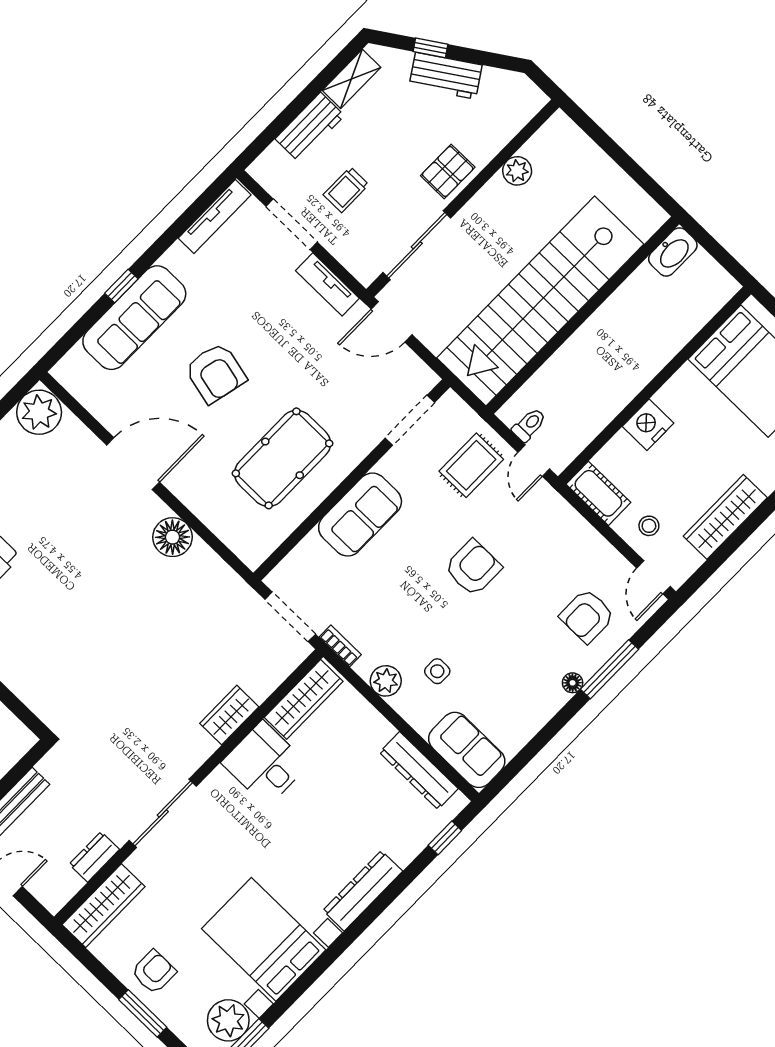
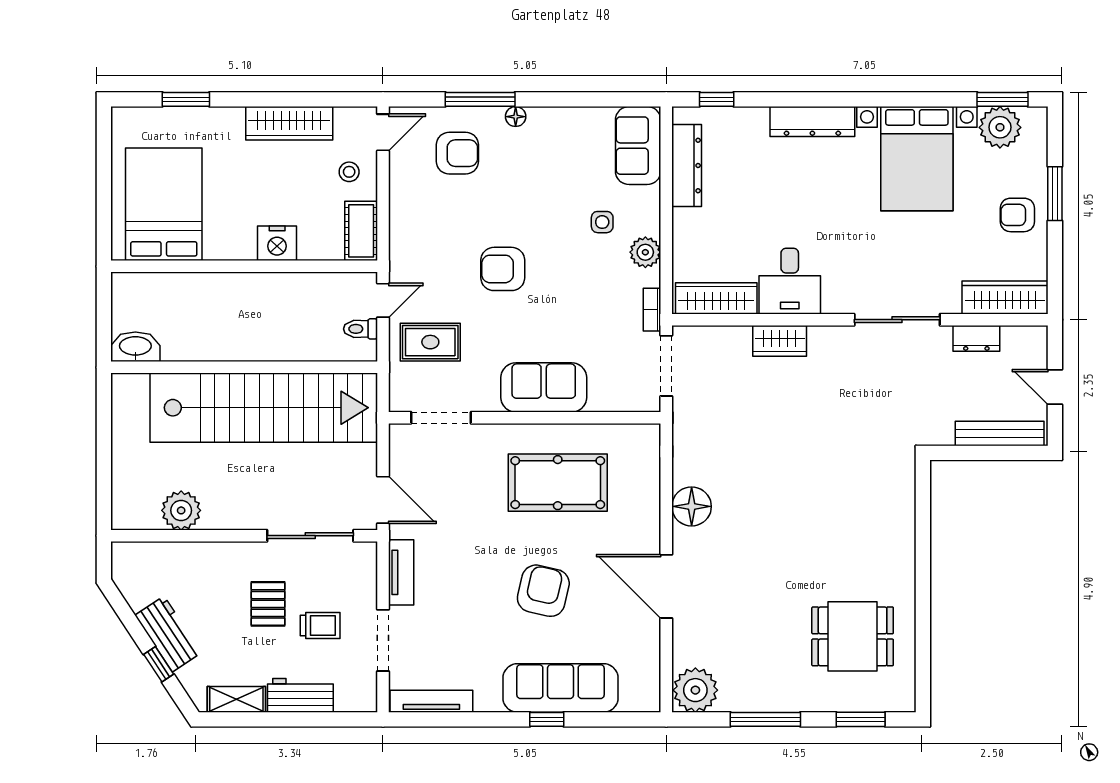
pallet: (448, 171) -> (268, 604), moved, turned 90
plant: (517, 171) -> (181, 510), width x1.36, depth x1.36

